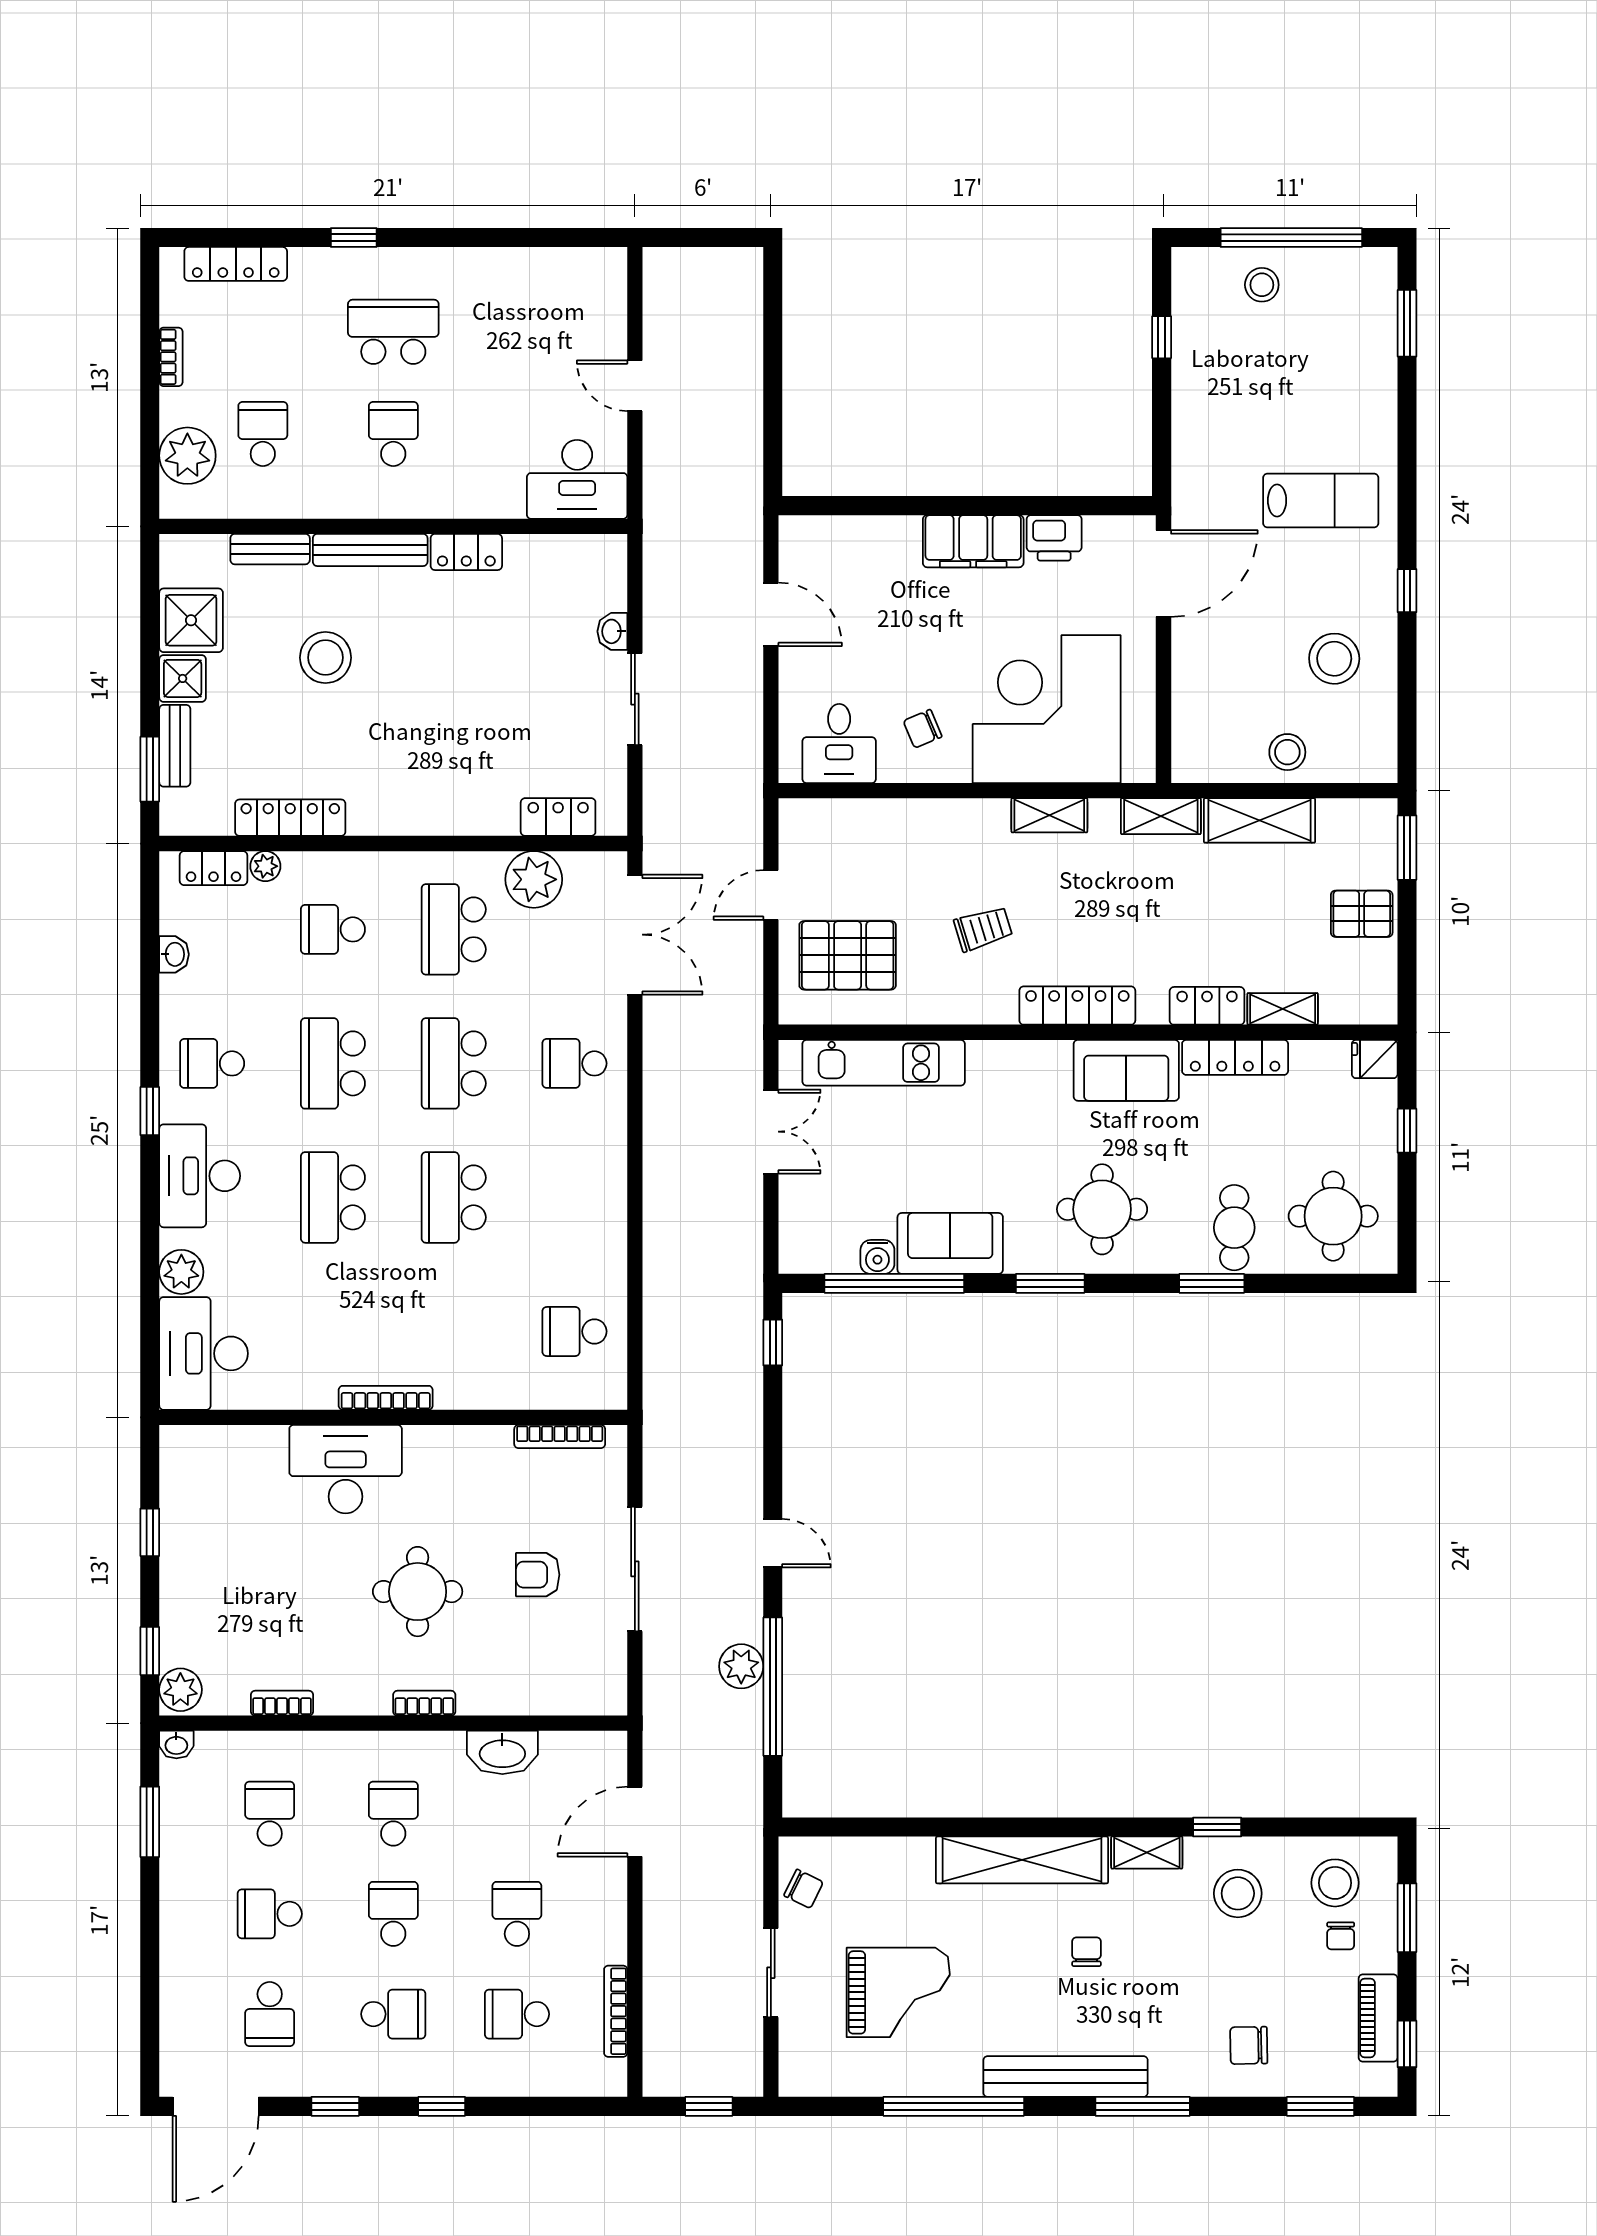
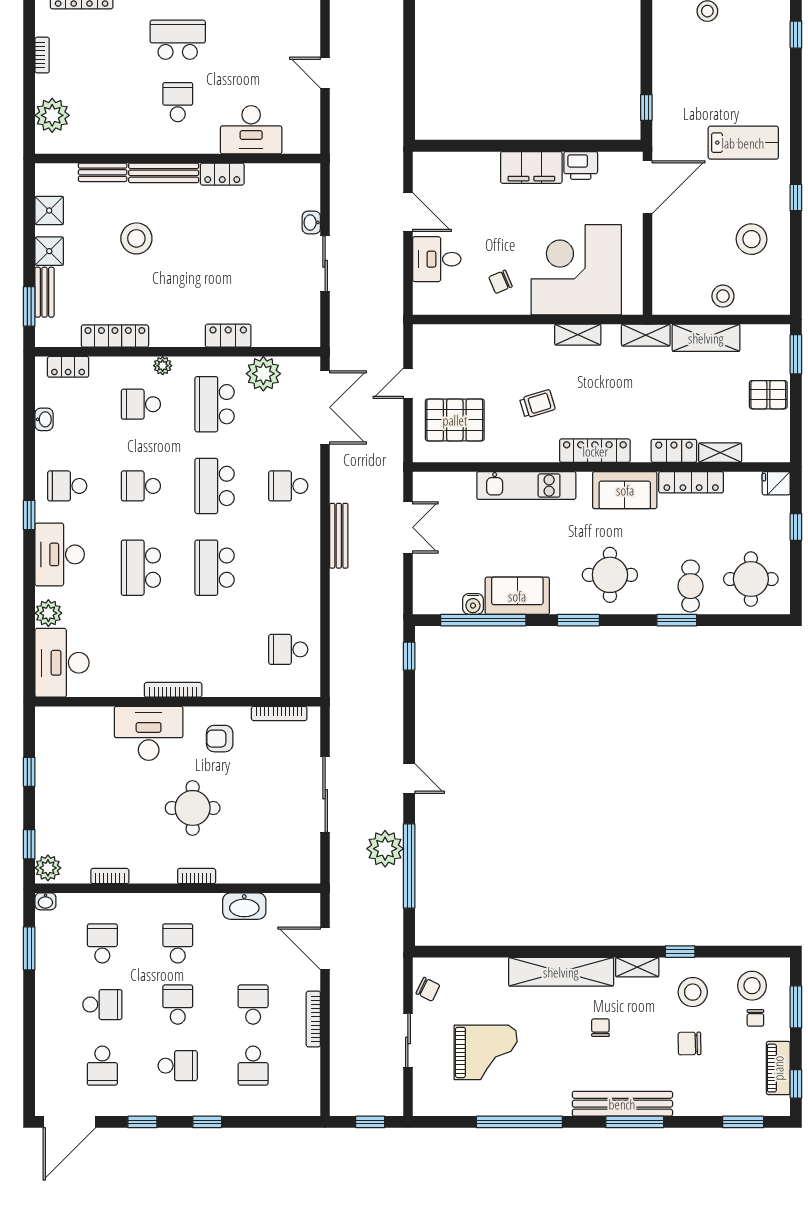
window: (1407, 323) -> (796, 35), width x0.67
window: (1162, 337) -> (646, 107), moved
school desk: (263, 434) -> (98, 102), removed
desk: (577, 479) -> (251, 130), moved
shower: (191, 620) -> (49, 211), width x0.73, depth x0.73
desk: (839, 743) -> (437, 259), moved, turned 90
locker: (558, 817) -> (228, 336), moved
plant: (265, 866) -> (163, 366), moved
school desk: (333, 1063) -> (141, 486), width x0.54
kitchen unit: (884, 1063) -> (526, 485), moved
bench: (657, 1145) -> (339, 536), added
armchair: (538, 1575) -> (220, 739), moved
plant: (741, 1666) -> (385, 849), width x1.36, depth x1.36
door: (635, 1822) -> (325, 948), hinge flipped
school desk: (270, 1914) -> (102, 1005), turned 180
bookcase: (616, 2011) -> (313, 1019), moved
school desk: (517, 2014) -> (253, 1066), turned -90
chair: (1249, 2045) -> (690, 1044), moved
bench: (1066, 2077) -> (622, 1104), moved

